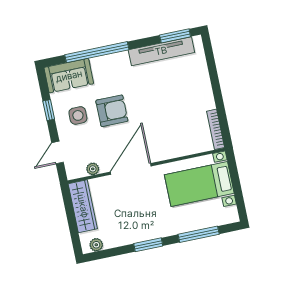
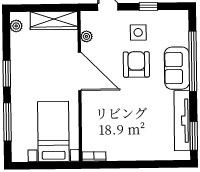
sofa: (69, 76) -> (177, 68), moved
armchair: (112, 111) -> (136, 64), turned 180
bookcase: (216, 129) -> (94, 156), width x0.64

